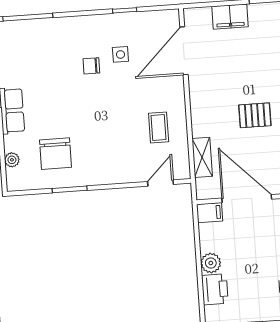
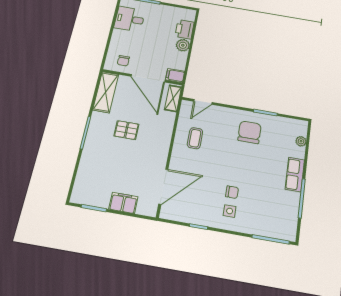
side table: (120, 54) -> (230, 211), moved
chair: (56, 154) -> (250, 132), moved
shelving: (202, 157) -> (173, 98), moved

